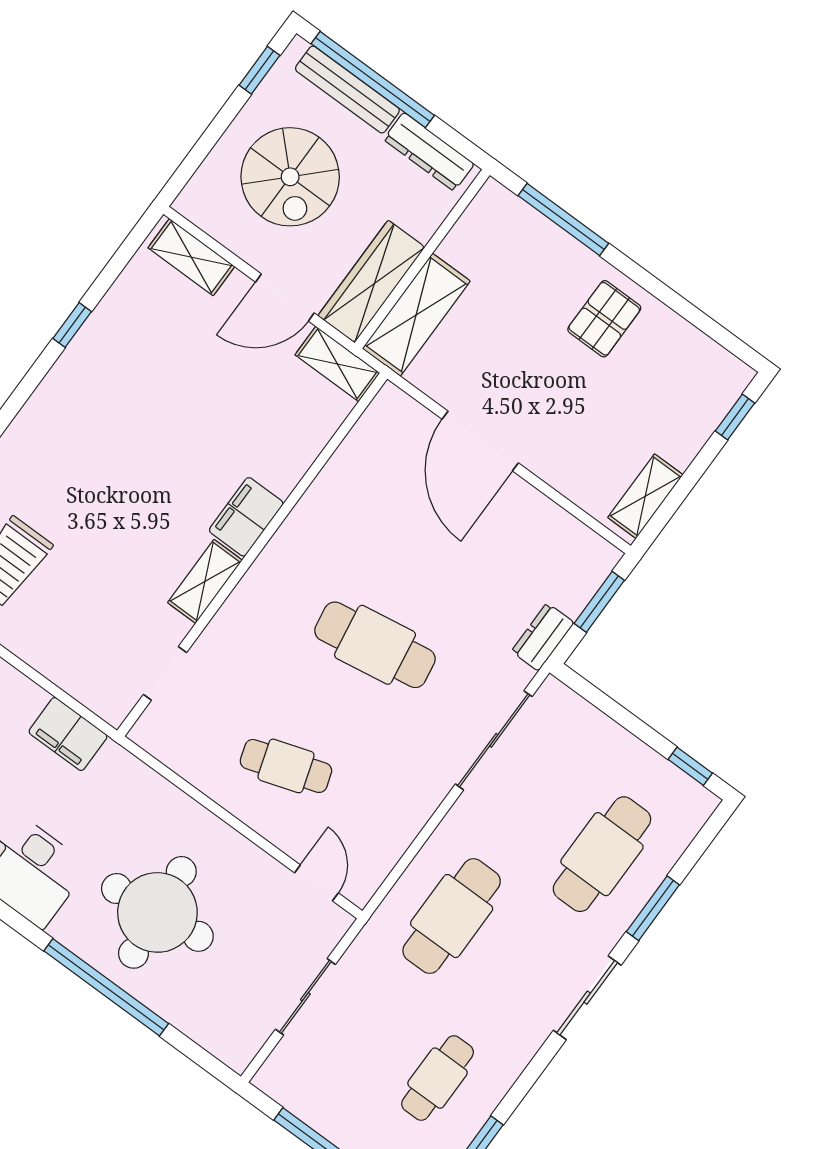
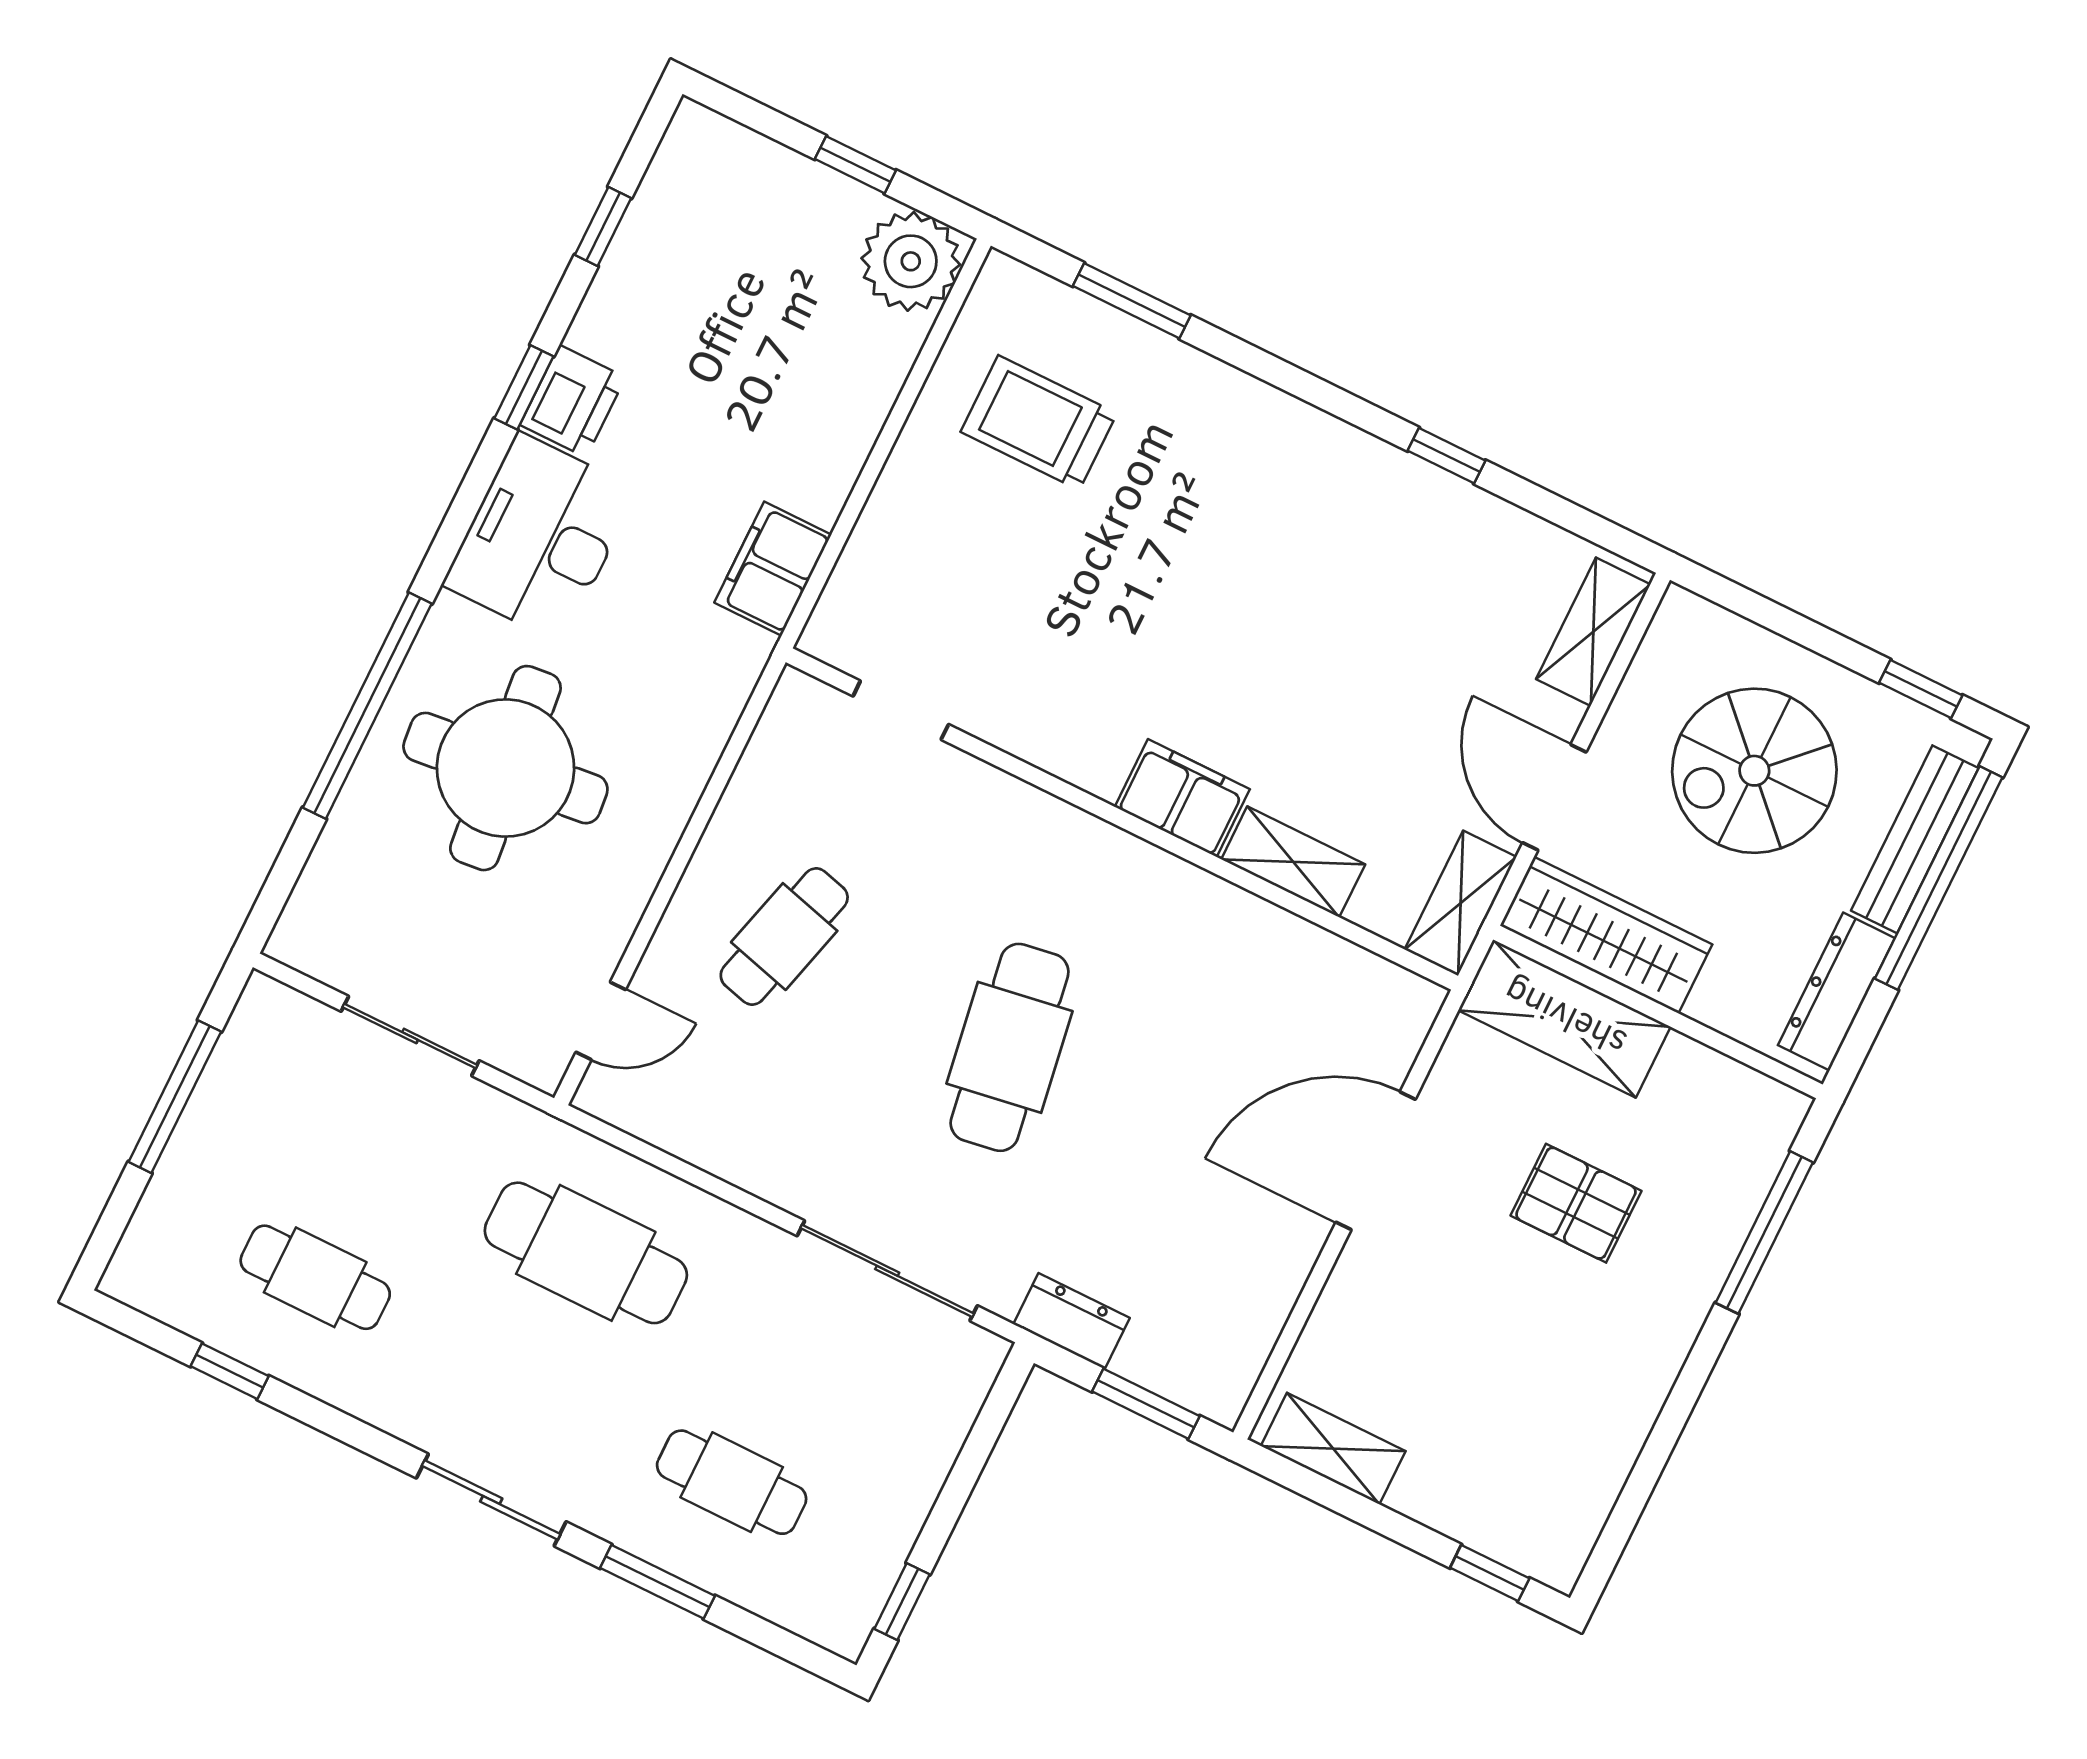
pallet: (604, 319) -> (1576, 1203), moved
shelving: (205, 581) -> (1293, 862), moved
cafe table: (286, 766) -> (784, 937), turned 33
cafe table: (602, 854) -> (732, 1482), width x0.73, depth x0.74

